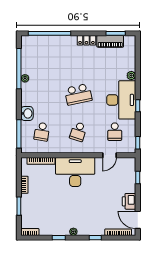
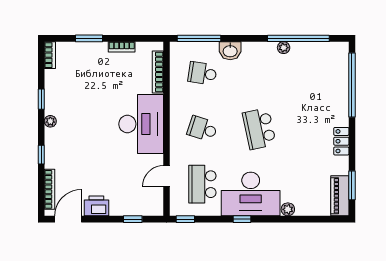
piano: (110, 41) -> (340, 196), moved
school desk: (115, 132) -> (202, 184), width x1.85
door: (109, 155) -> (166, 176), hinge flipped

